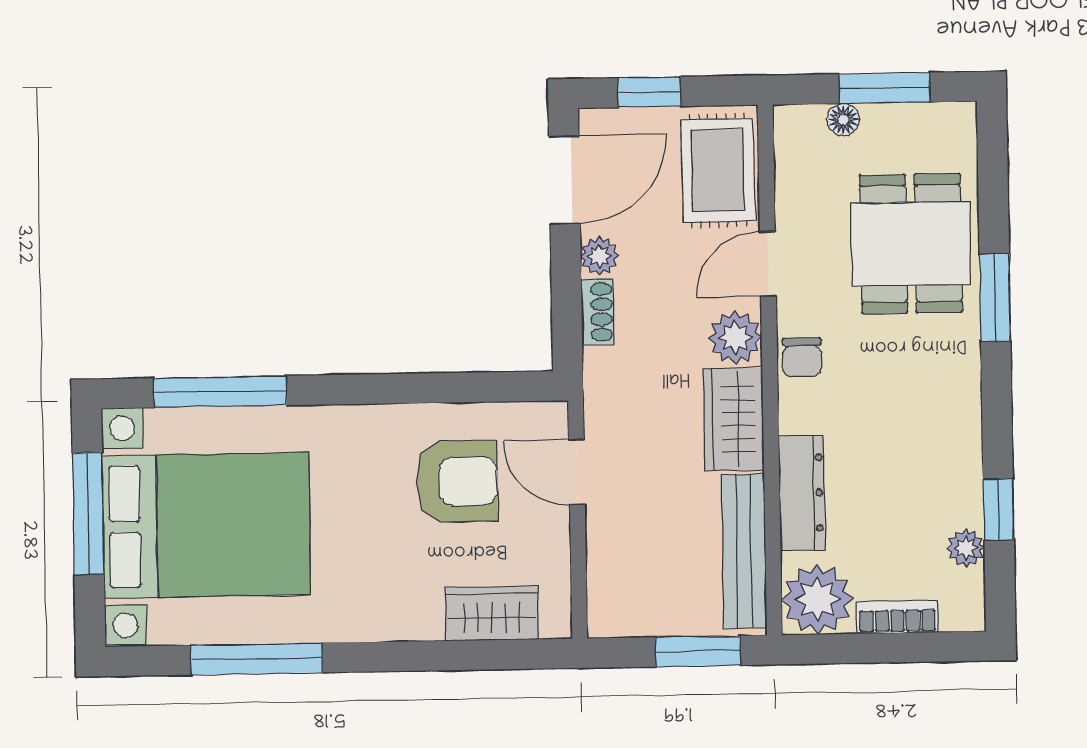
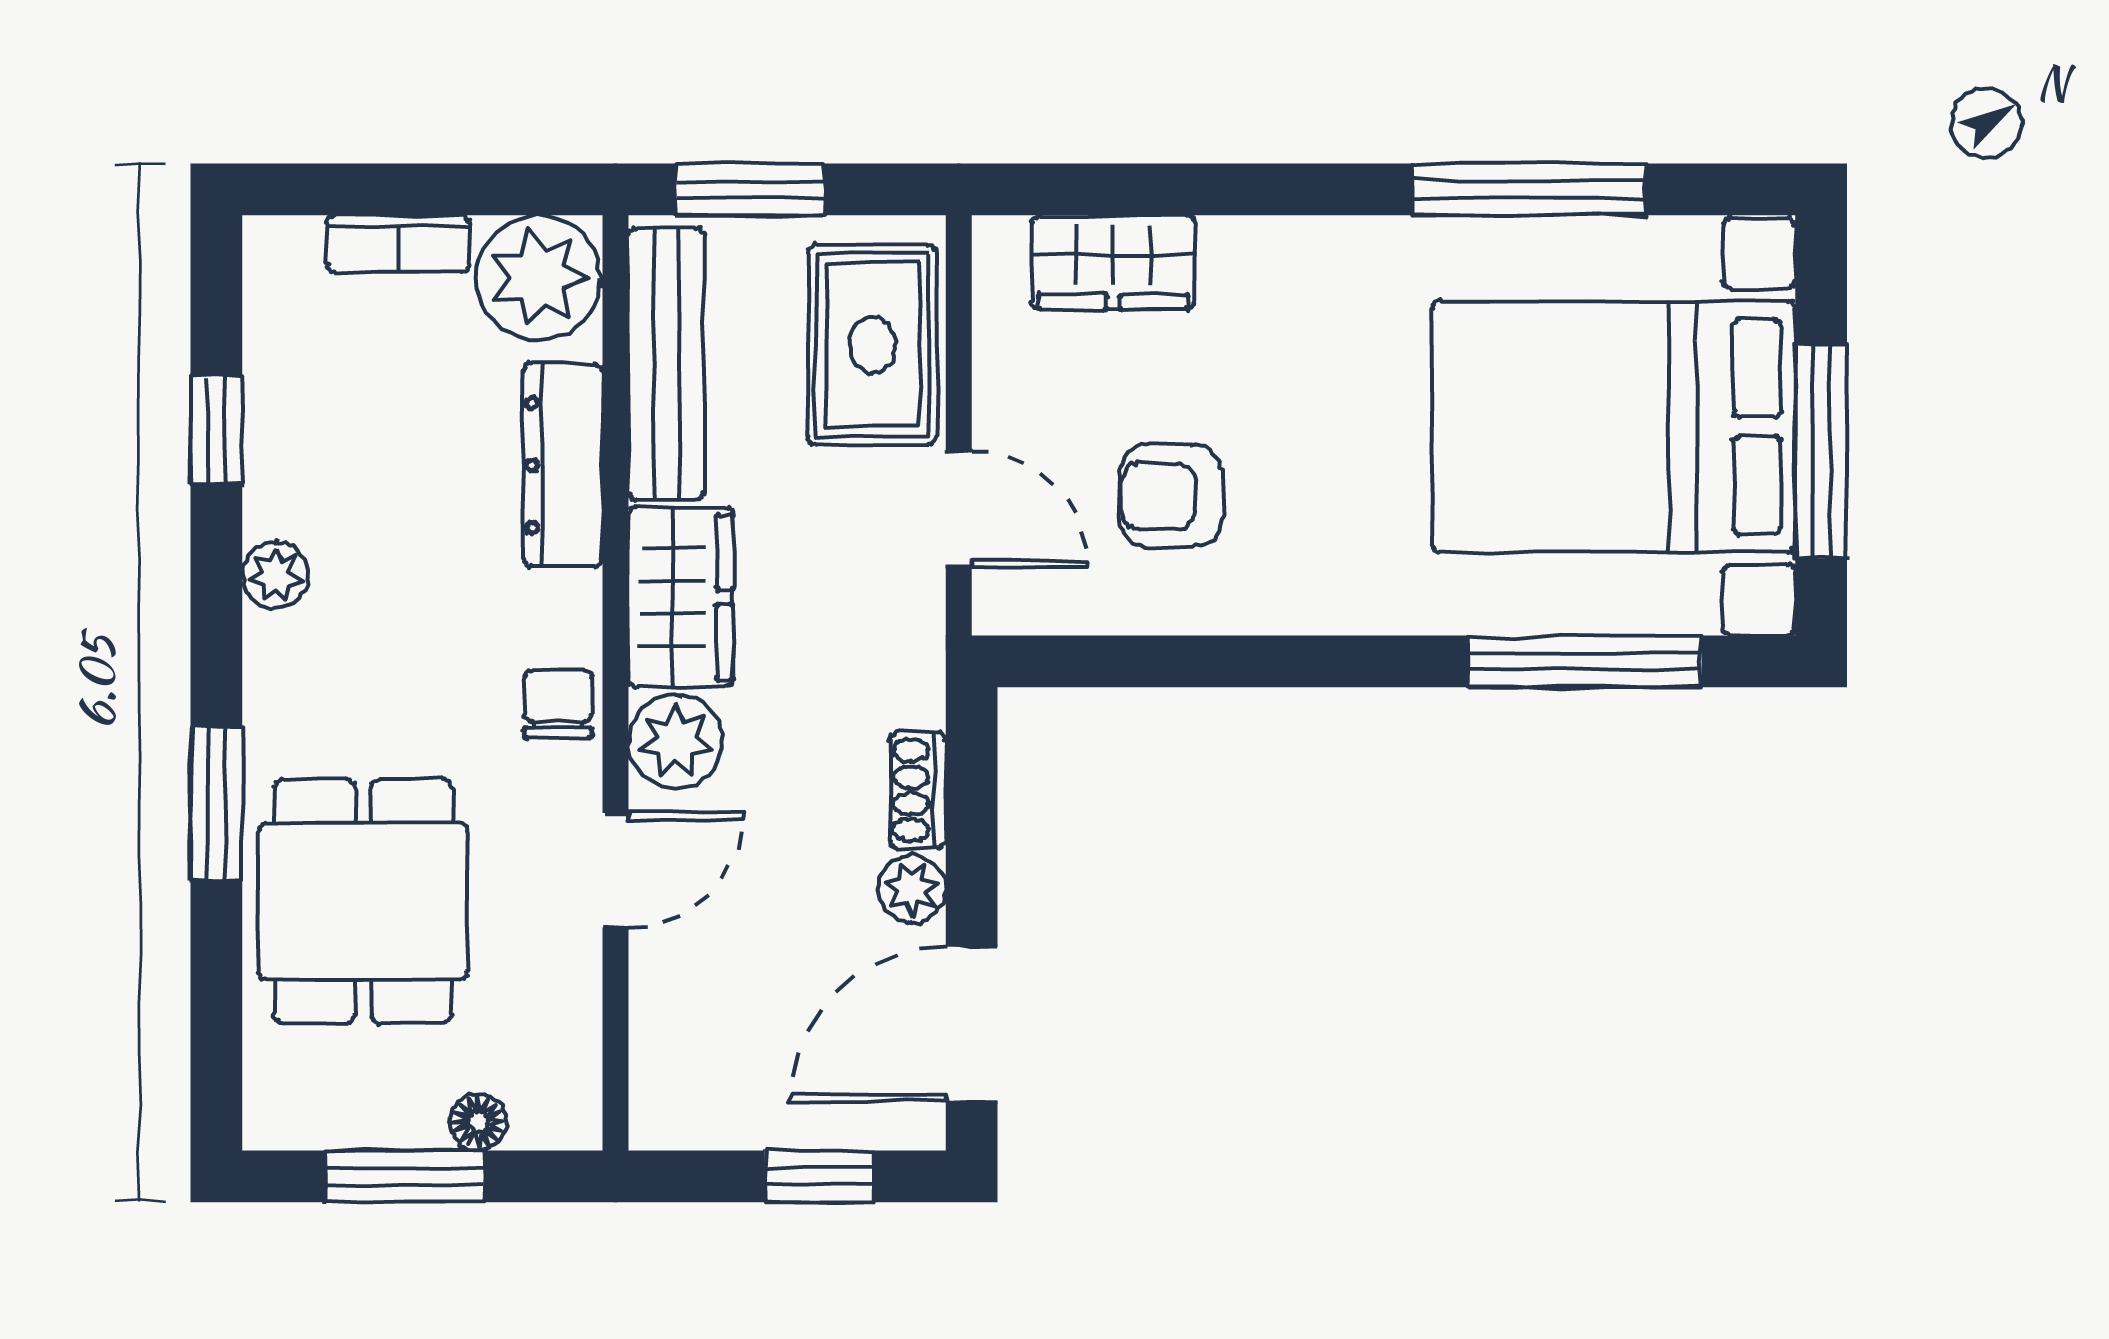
rug: (718, 170) -> (872, 345), moved
armchair: (457, 481) -> (1171, 496), width x0.72, depth x0.72
plant: (966, 548) -> (275, 575), moved

